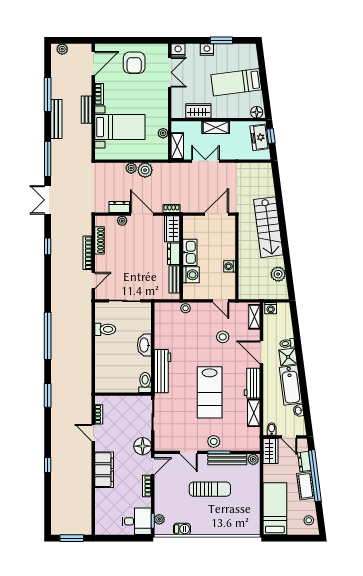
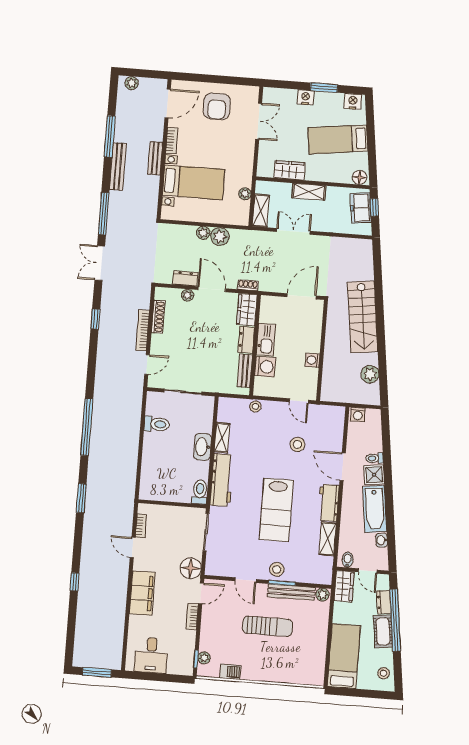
nightstand: (178, 50) -> (353, 101), moved
shelving: (254, 317) -> (222, 438), moved
desk: (137, 521) -> (151, 655), moved, turned 90

